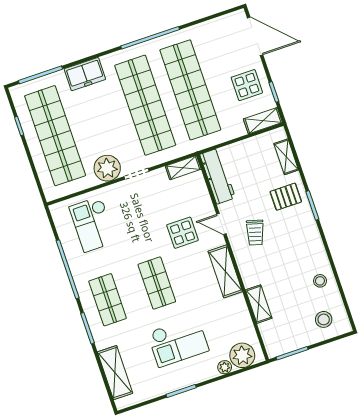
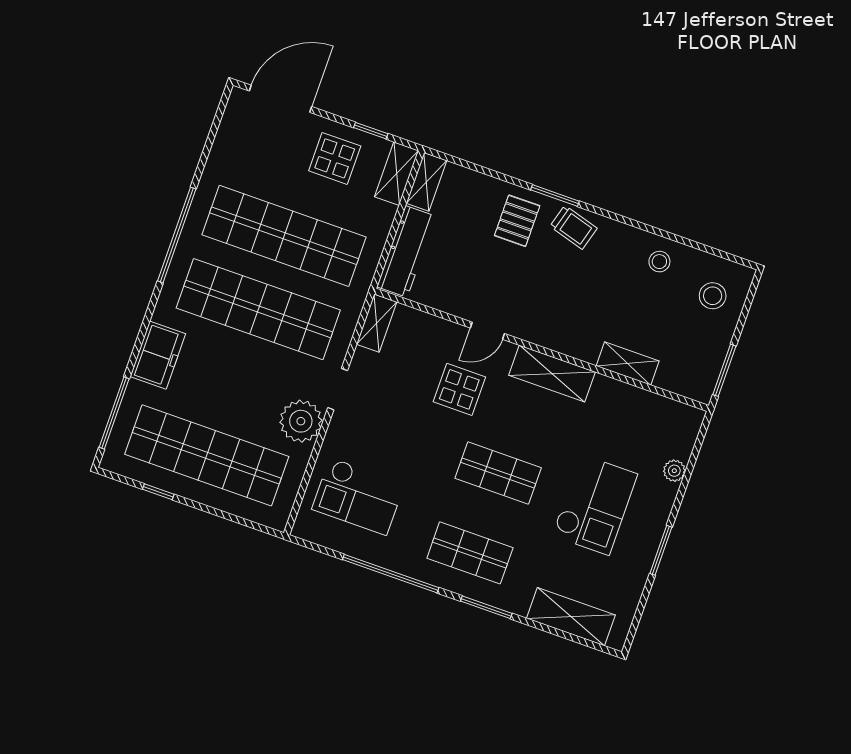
shelving: (286, 157) -> (426, 182), moved, turned 90
workbench: (218, 176) -> (406, 252), moved, turned 90
trolley: (255, 233) -> (573, 227), moved
plant: (242, 355) -> (677, 436), removed

